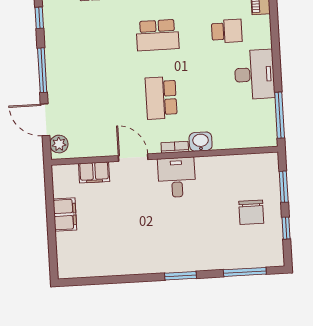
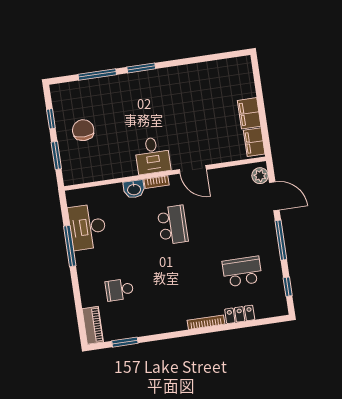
school desk: (158, 35) -> (242, 272), moved
desk: (254, 74) -> (87, 227), moved
window: (280, 115) -> (70, 246), moved
filing cabinet: (94, 172) -> (254, 142), moved, turned -90
window: (245, 272) -> (97, 74), moved

